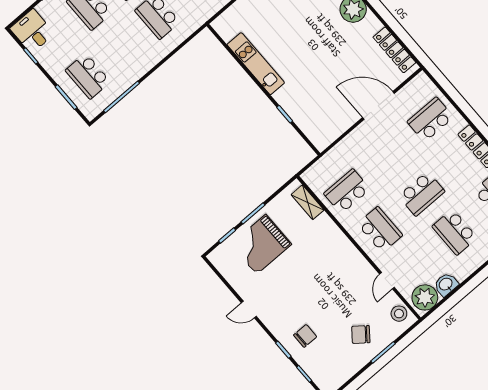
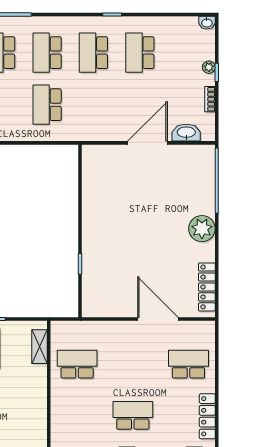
kitchen unit: (256, 64) -> (91, 206), removed
school desk: (422, 194) -> (133, 415), turned 180
school desk: (380, 230) -> (77, 415), removed

